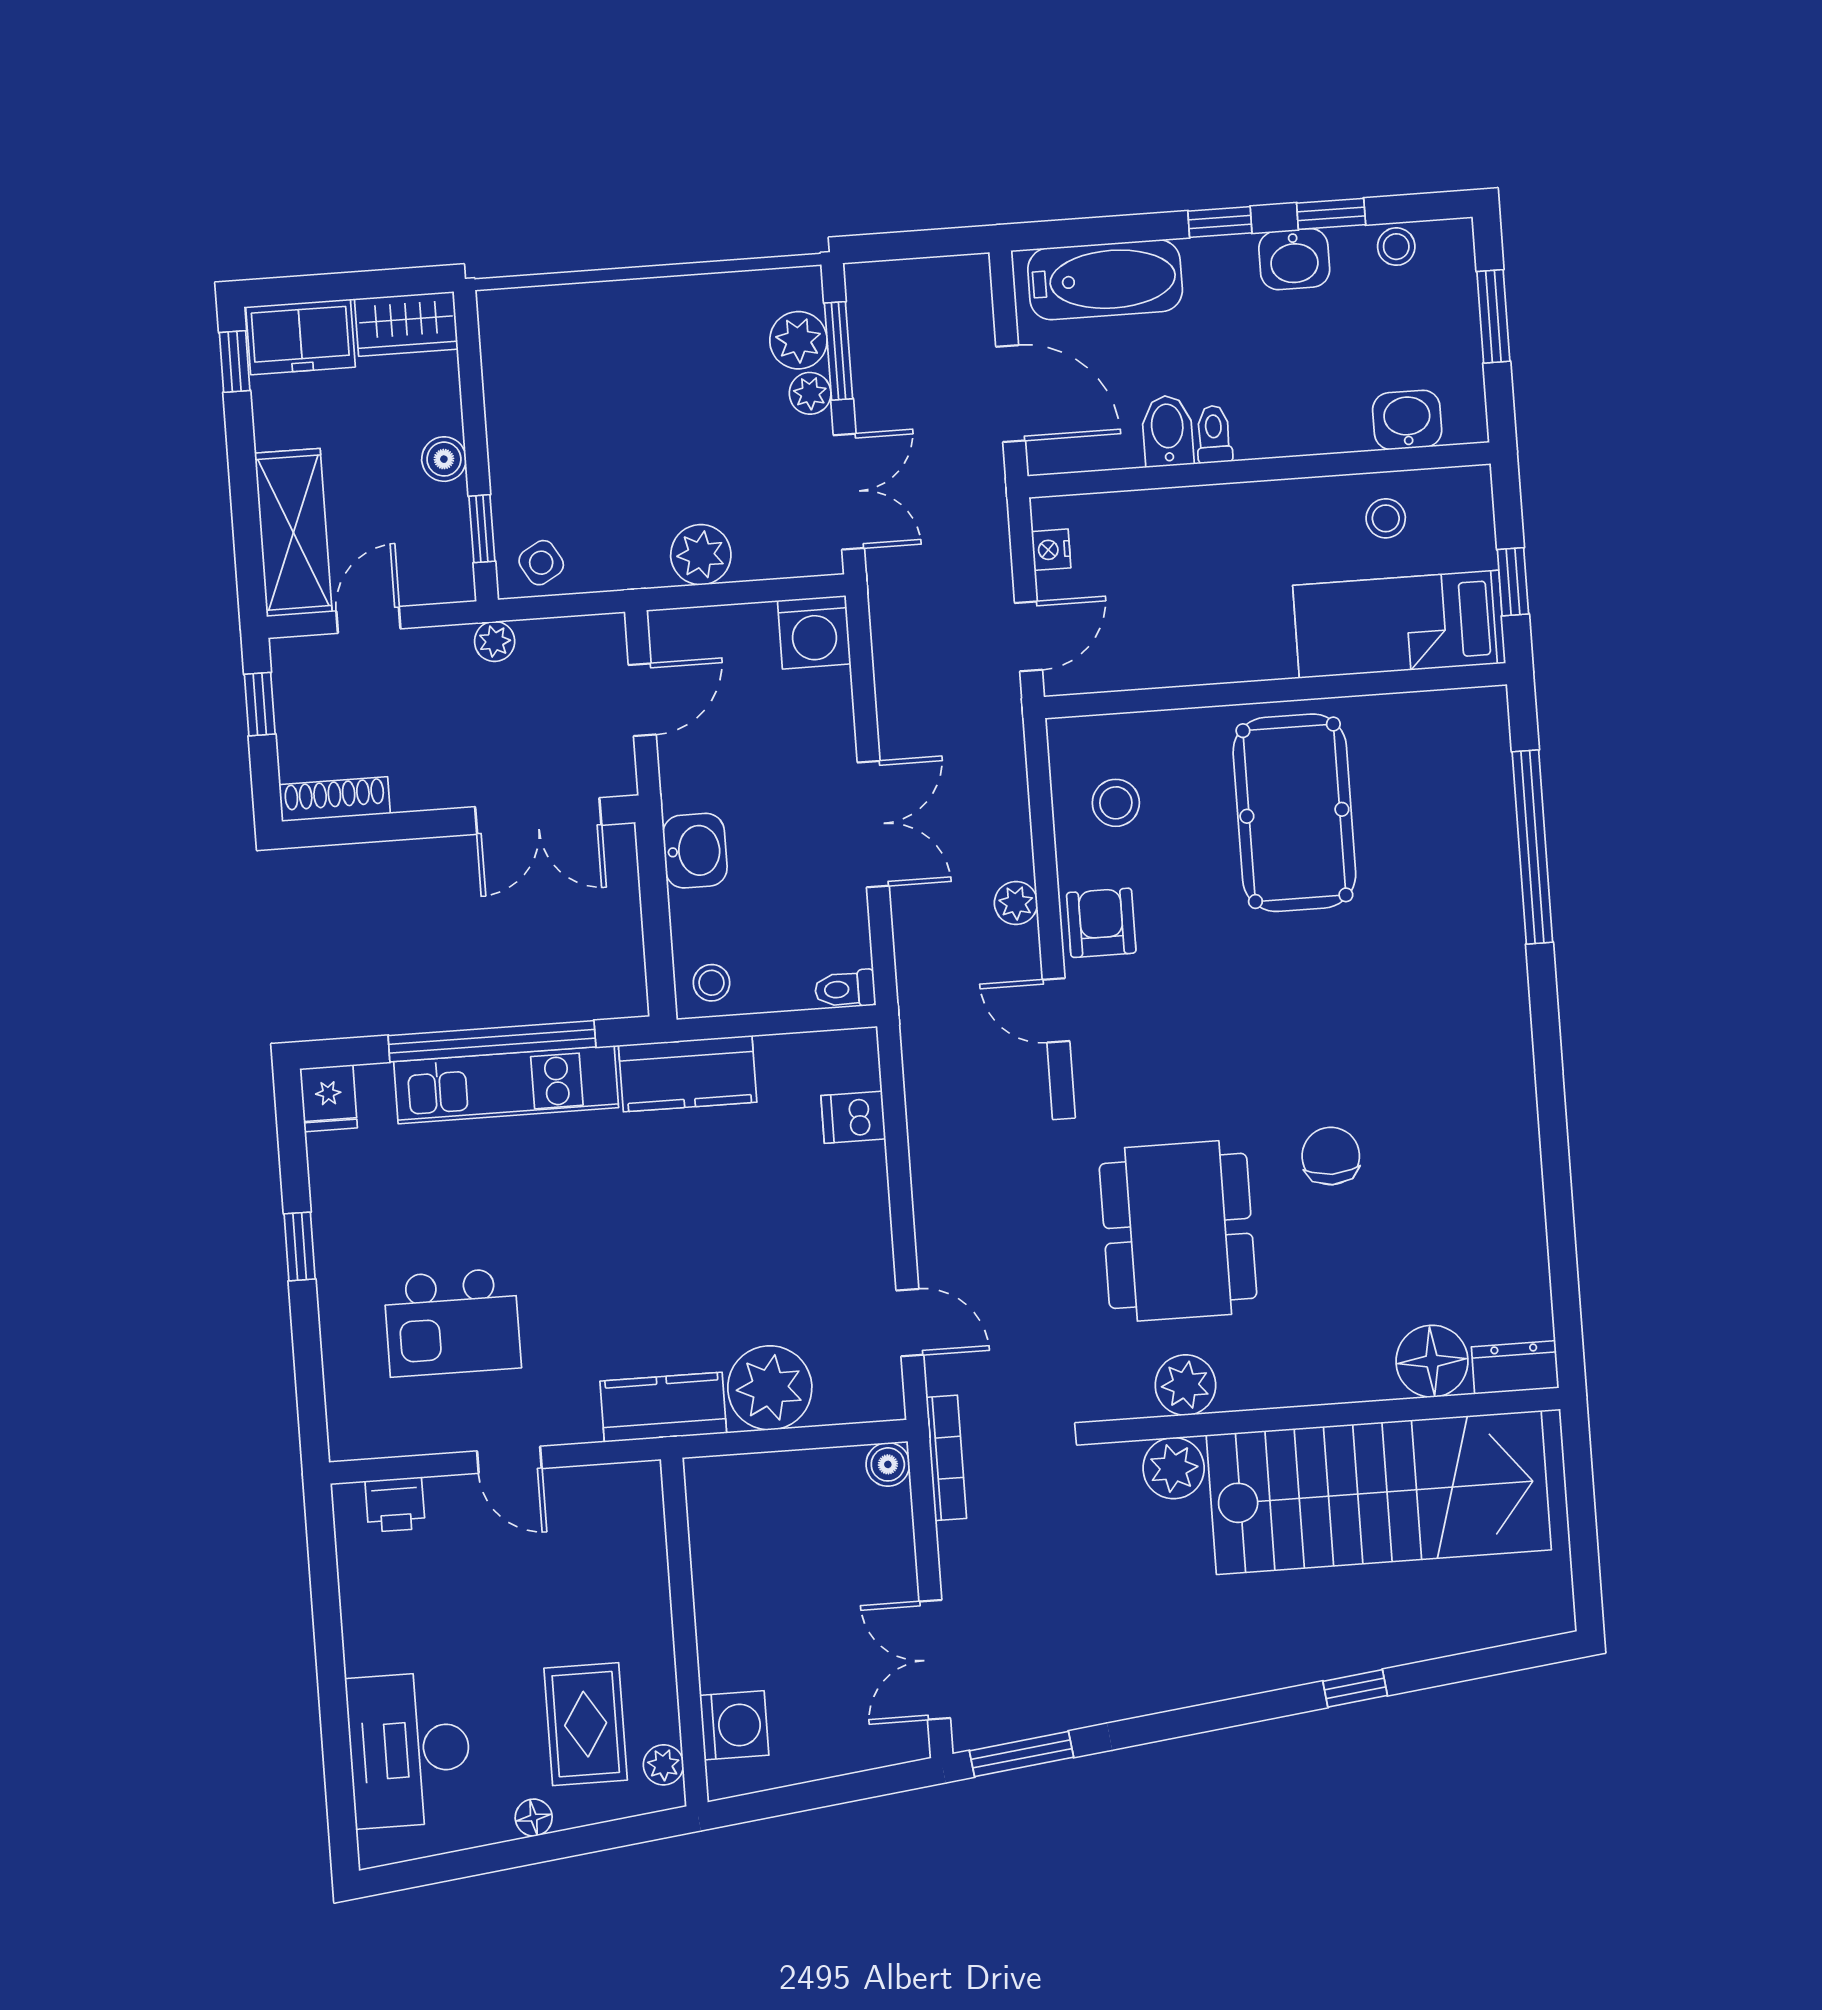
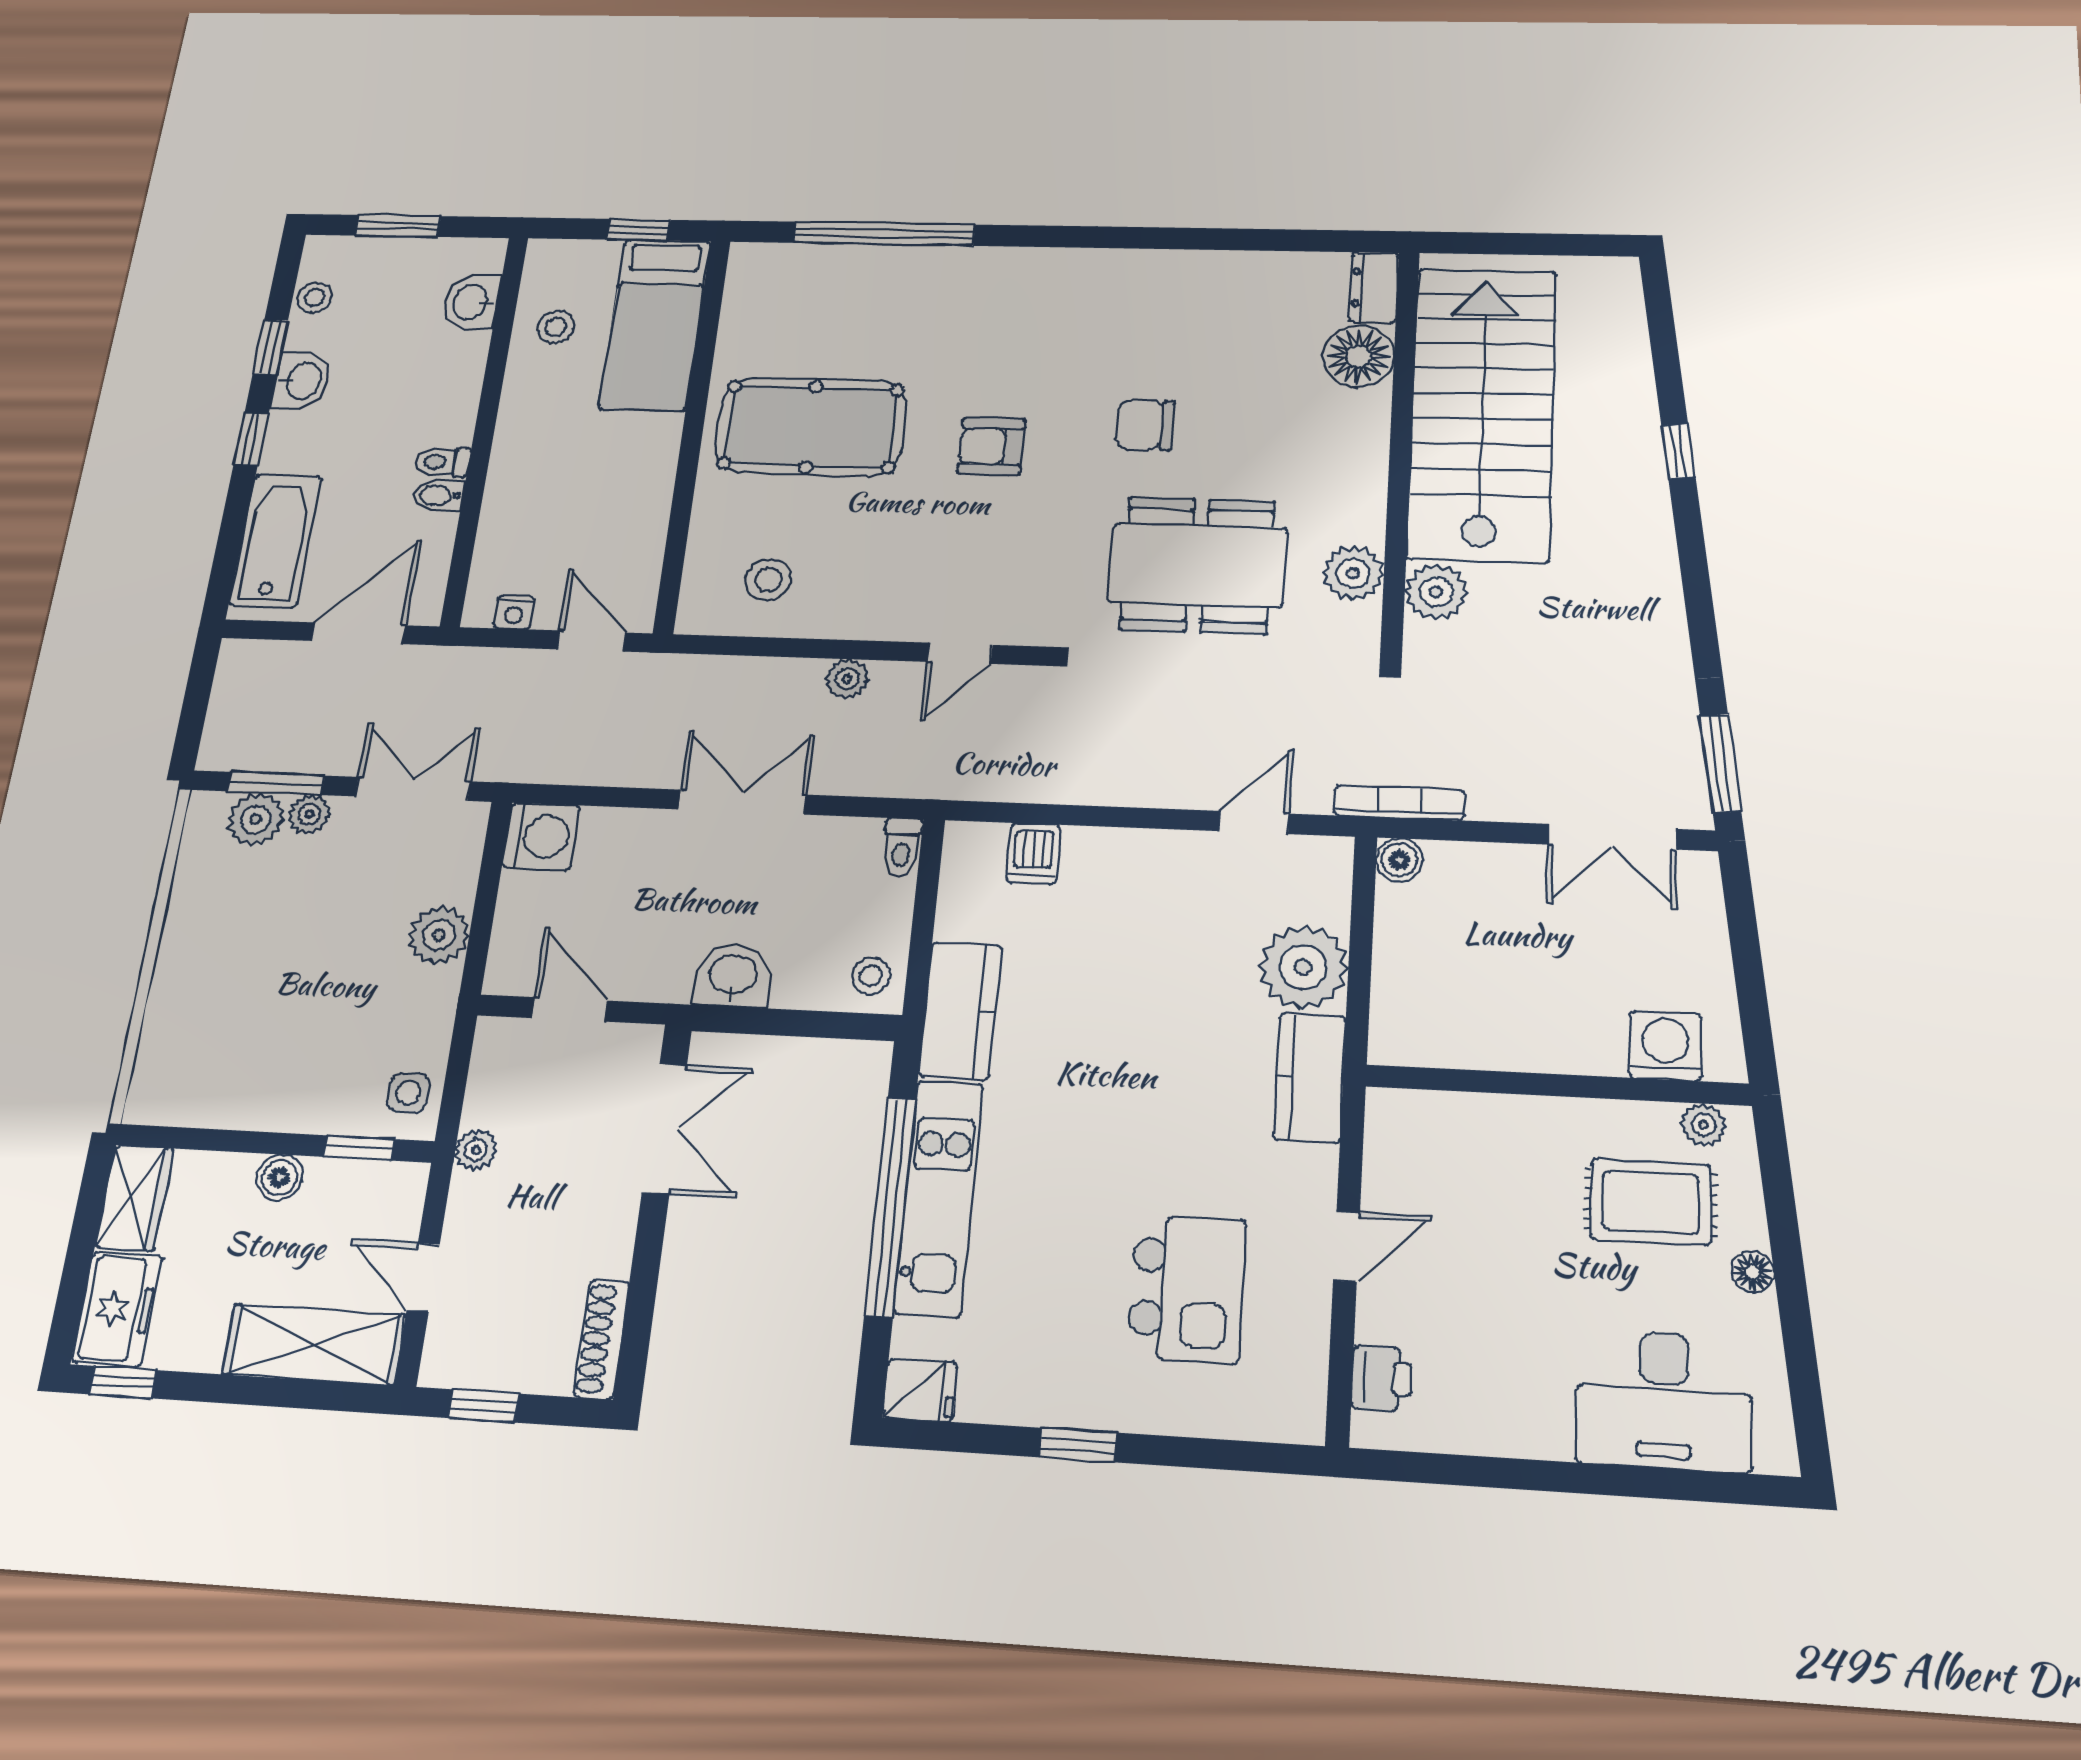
bidet: (1168, 431) -> (439, 495), width x0.72, depth x0.74
side table: (541, 563) -> (408, 1093), turned 30
armchair: (1101, 923) -> (991, 446), moved

